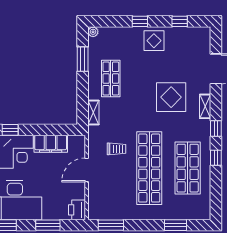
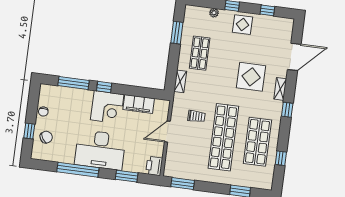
plant: (93, 32) -> (214, 13), moved
window: (216, 158) -> (281, 158), moved

